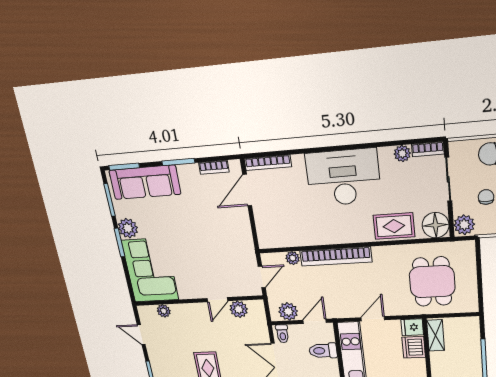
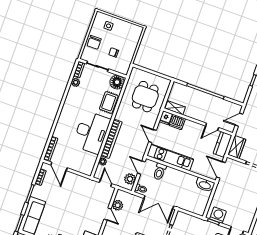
desk: (343, 178) -> (91, 132), moved, turned 180
plant: (464, 225) -> (123, 68), removed
dining table: (432, 282) -> (145, 97), turned 90

